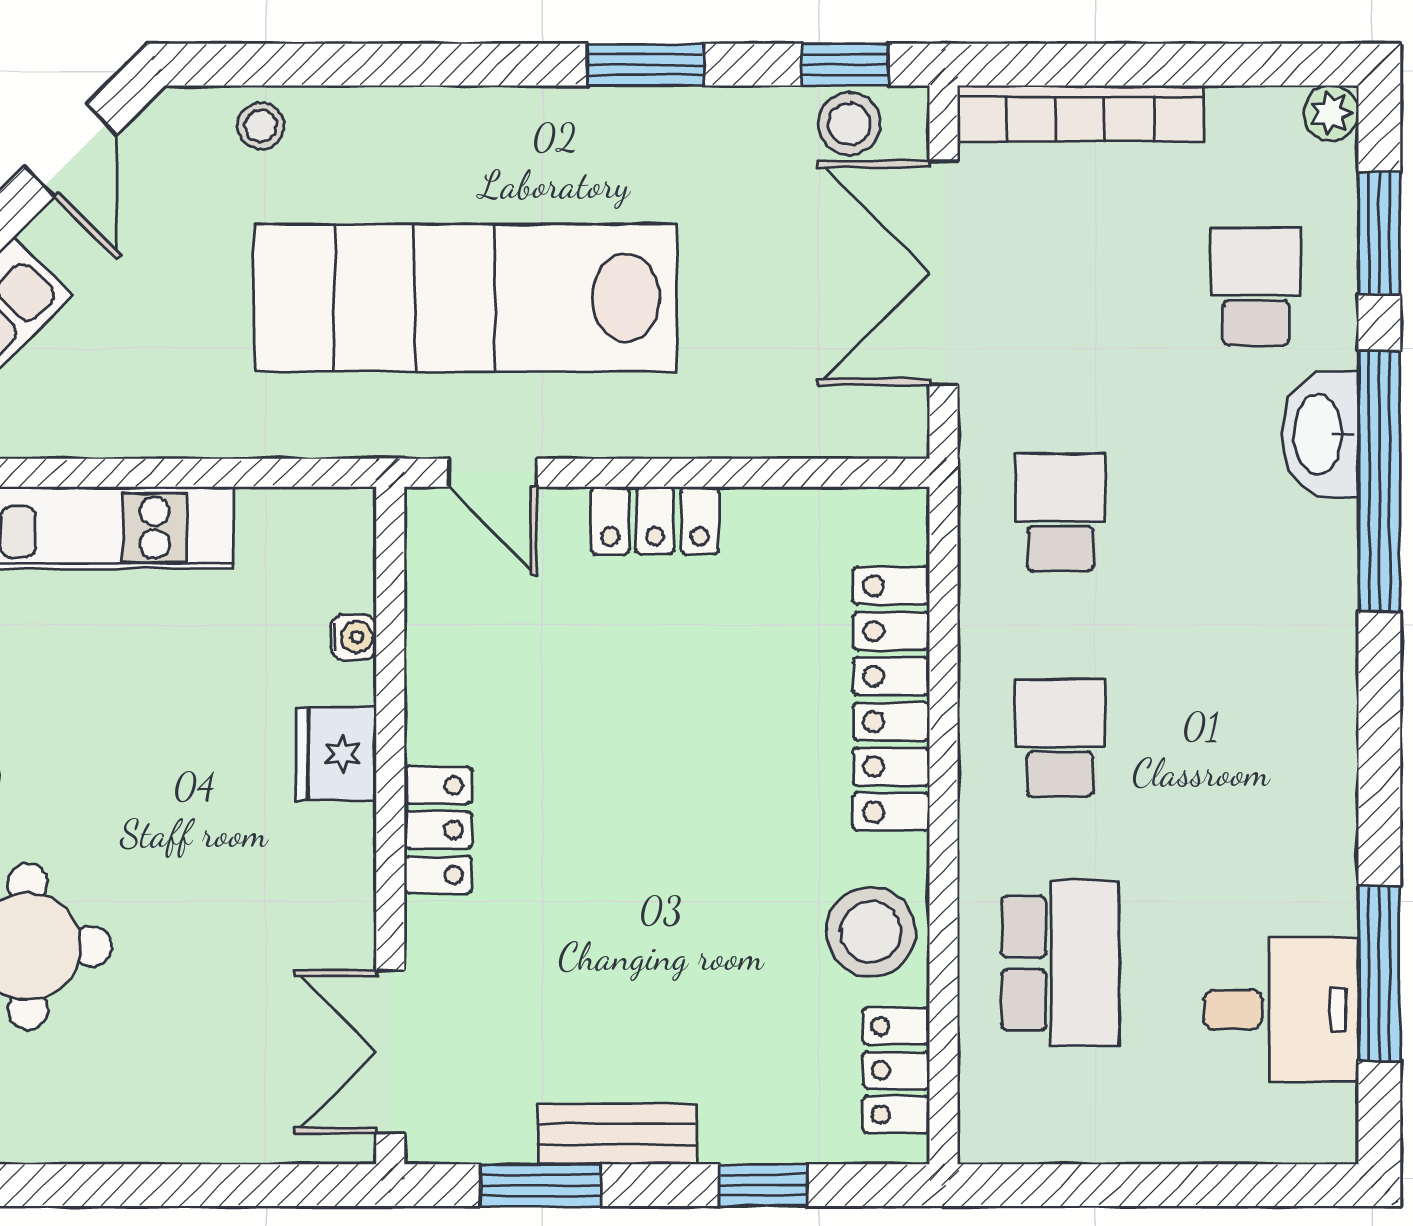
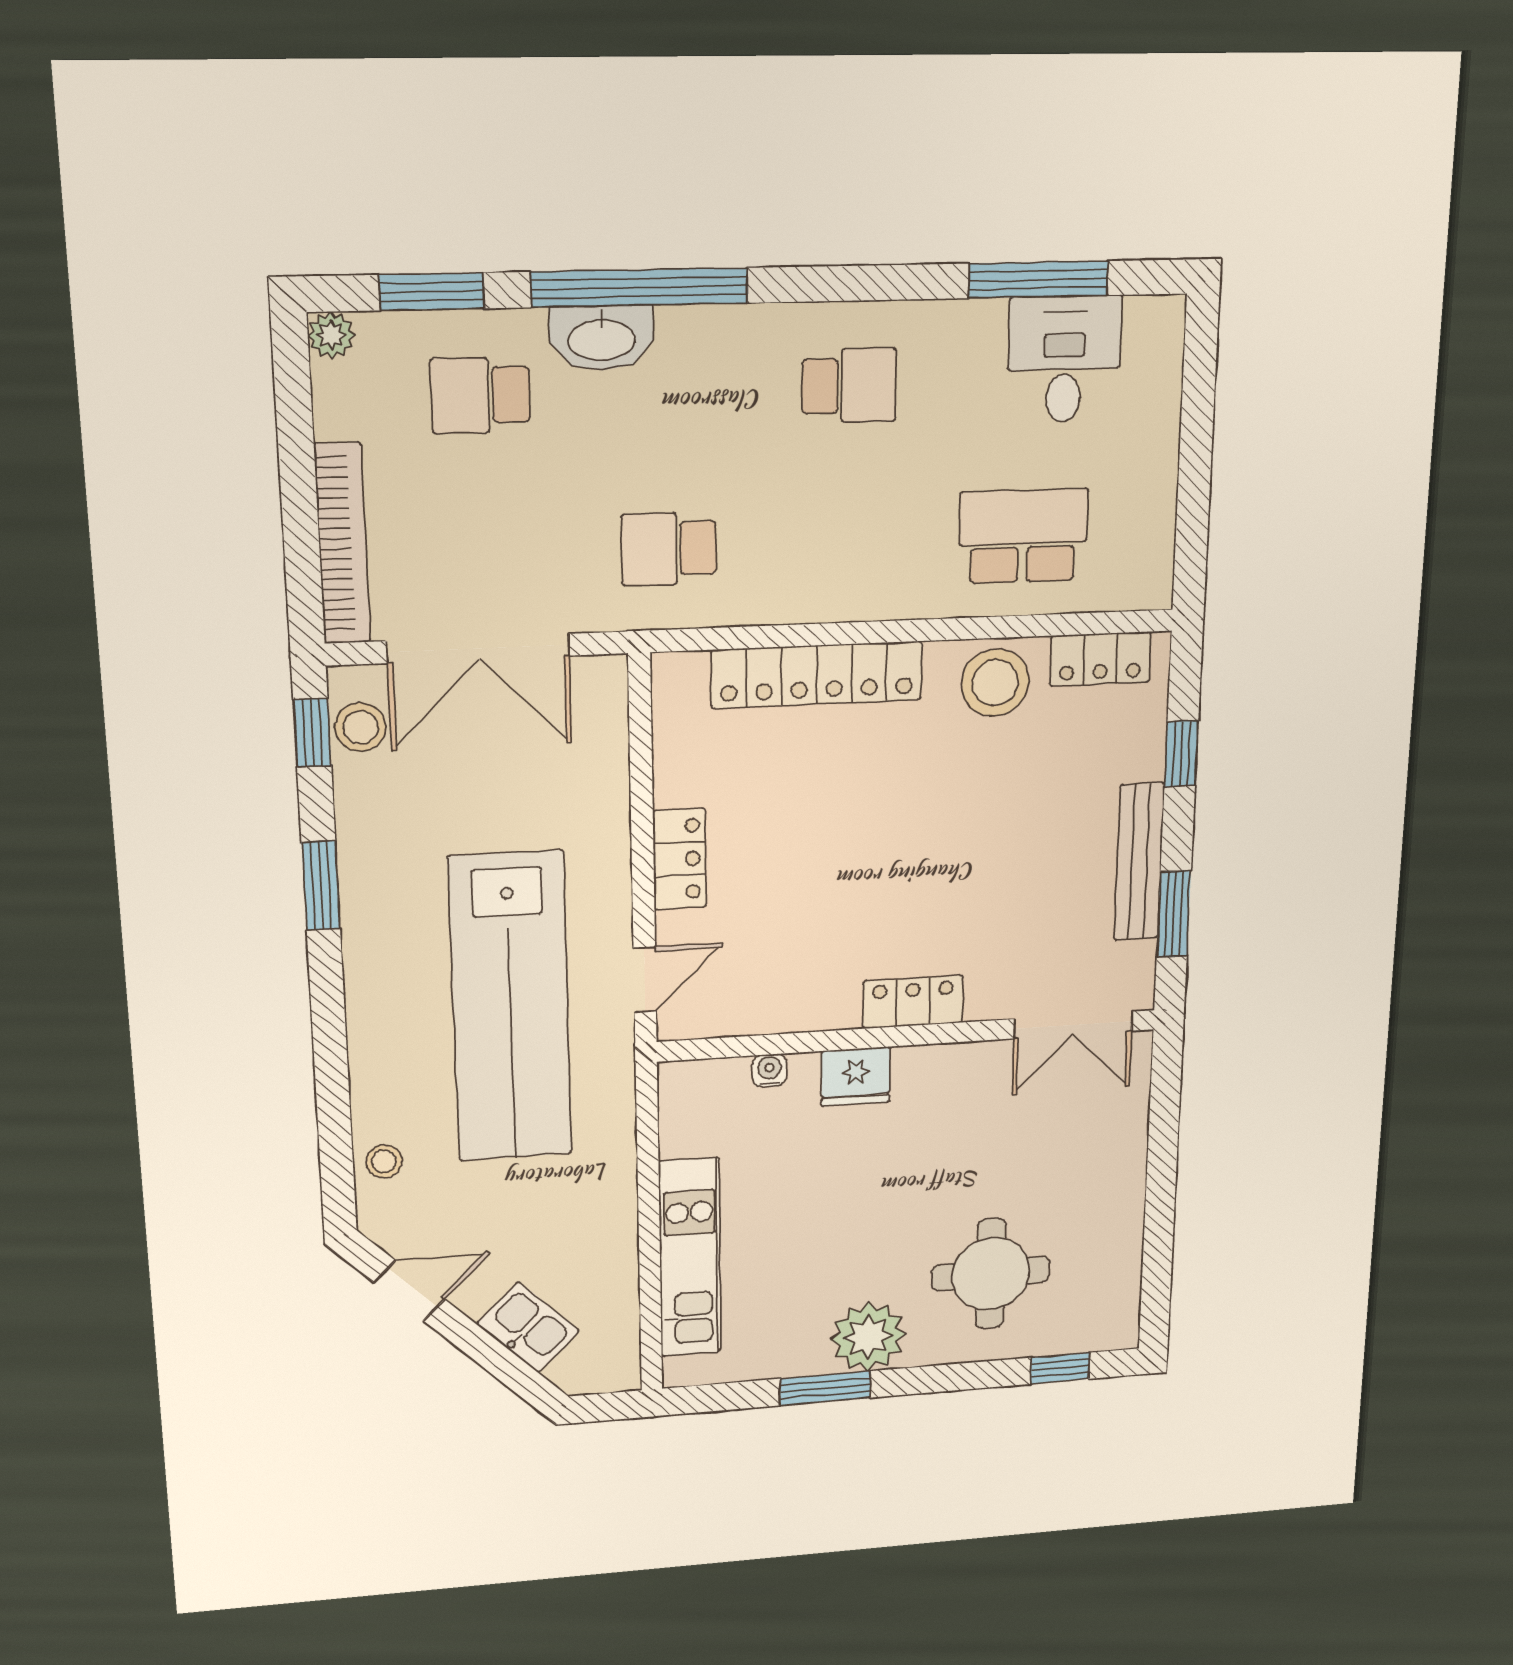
school desk: (1060, 738) -> (849, 386), moved, turned 180
bench: (617, 1134) -> (1139, 862), width x1.36

